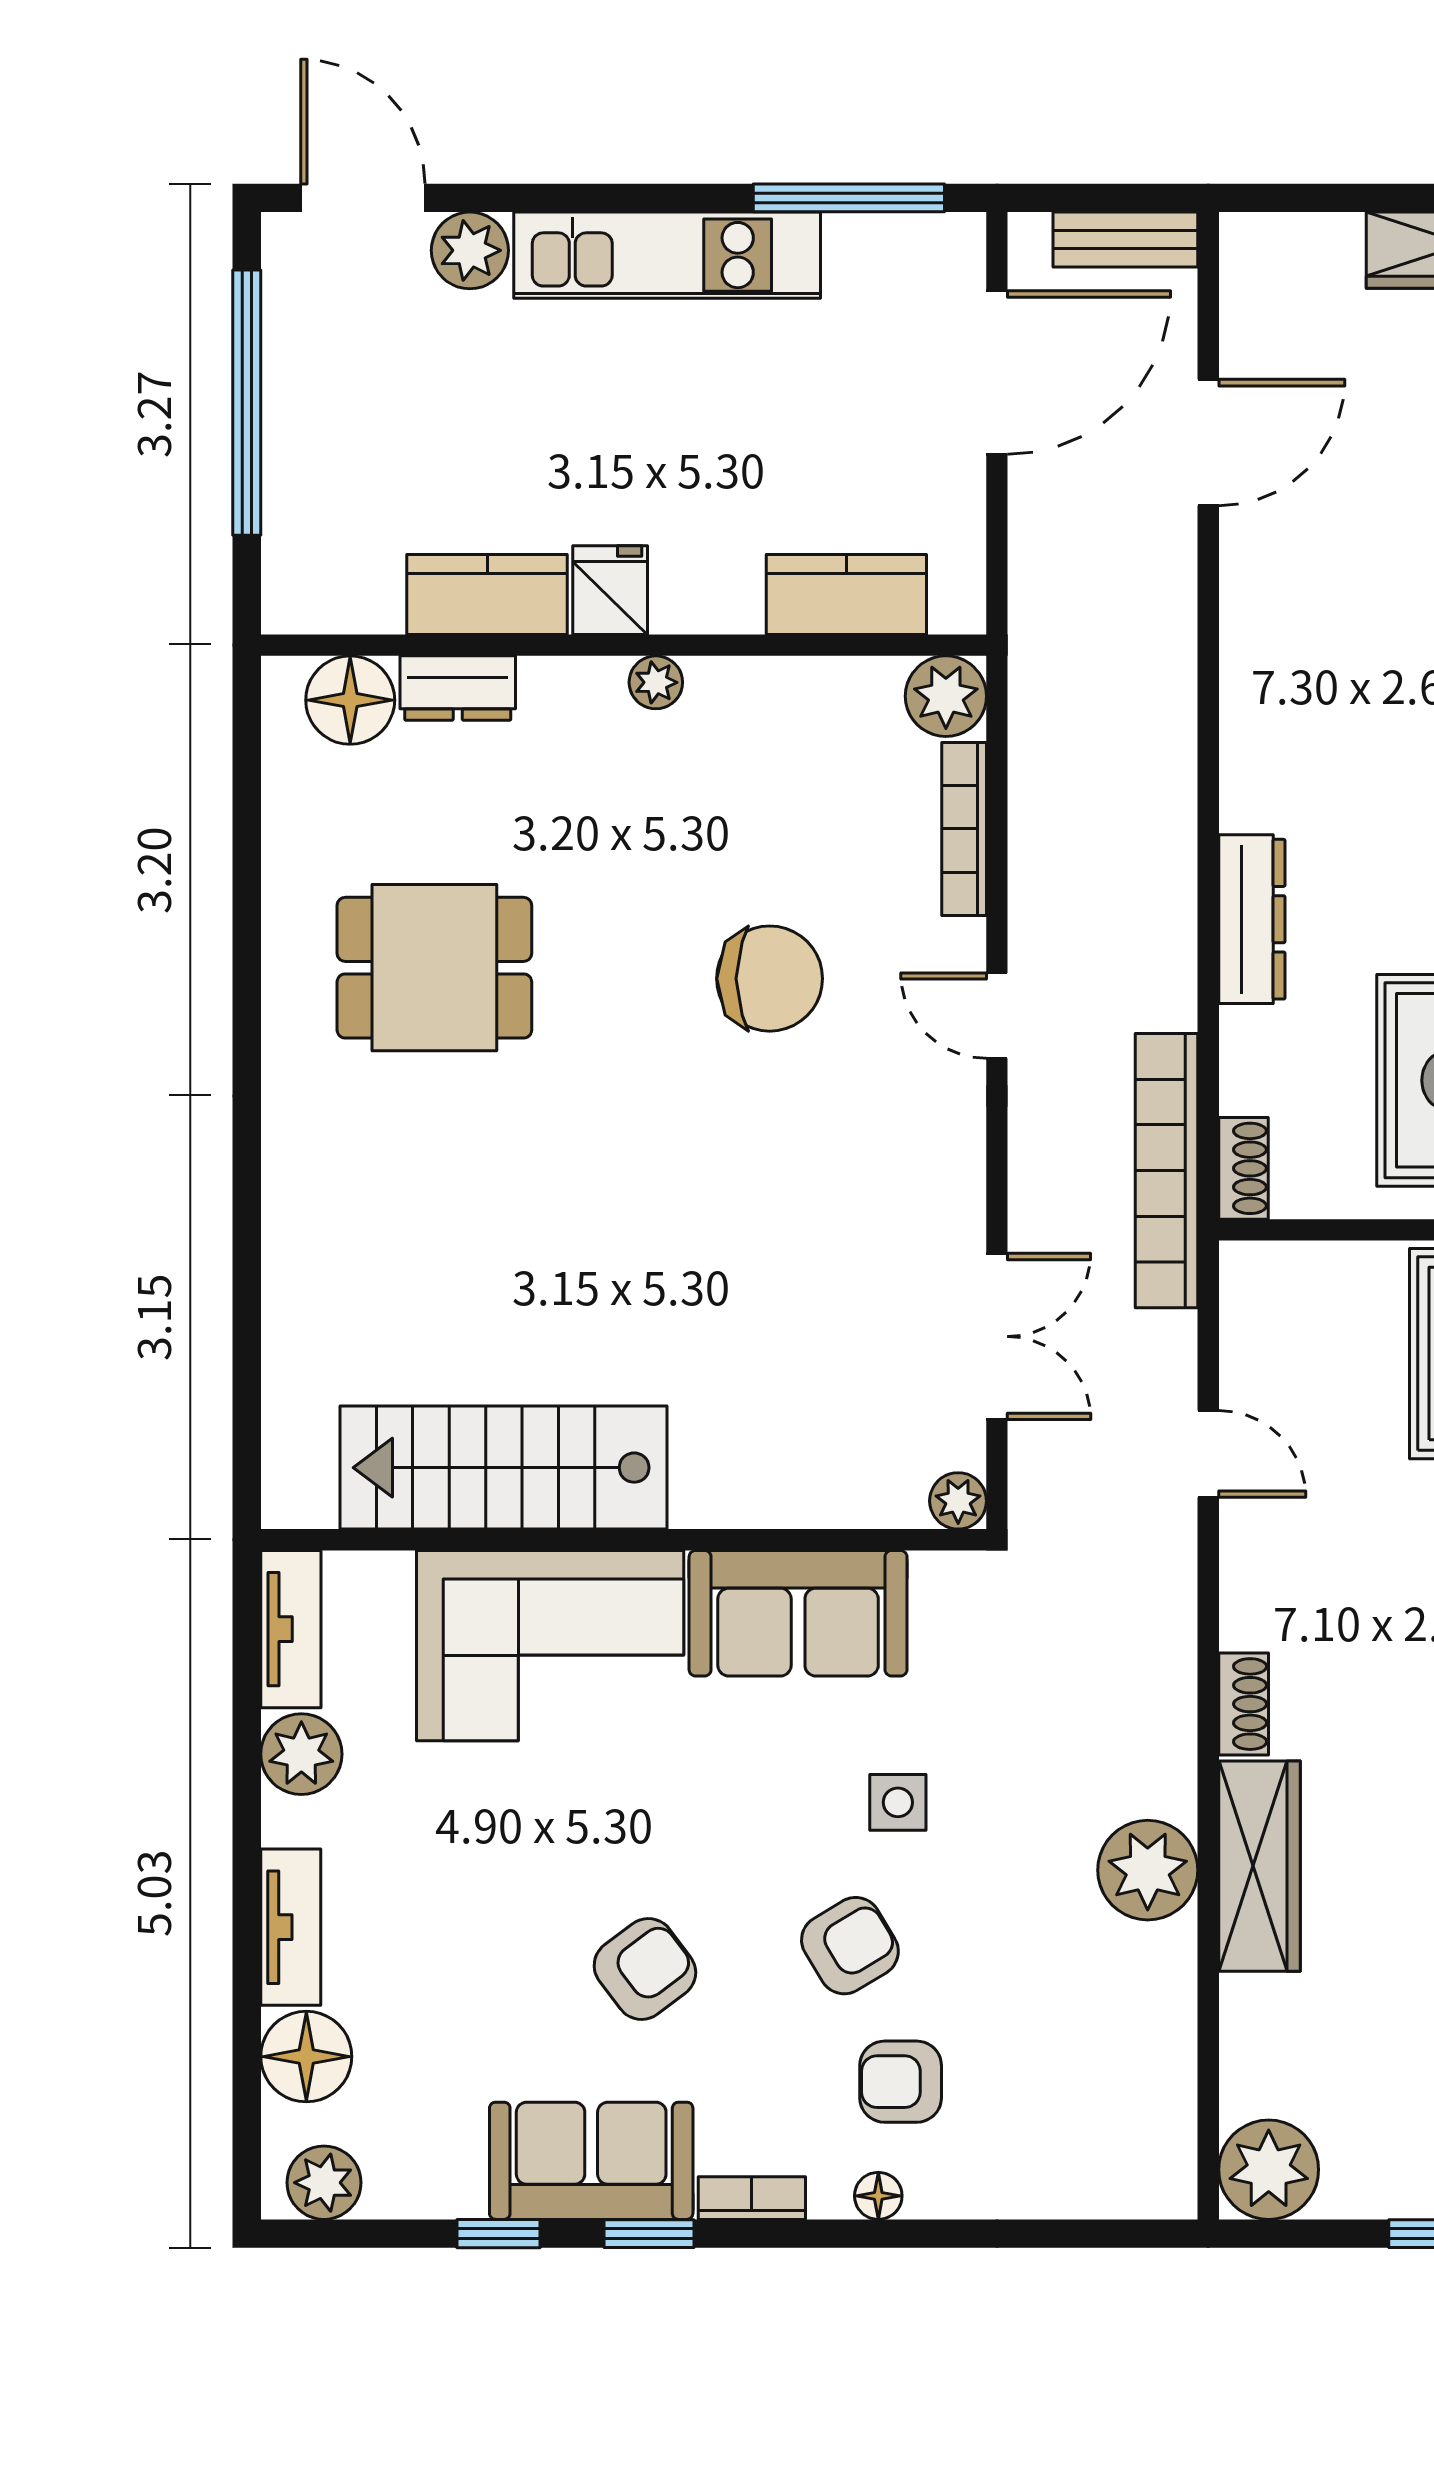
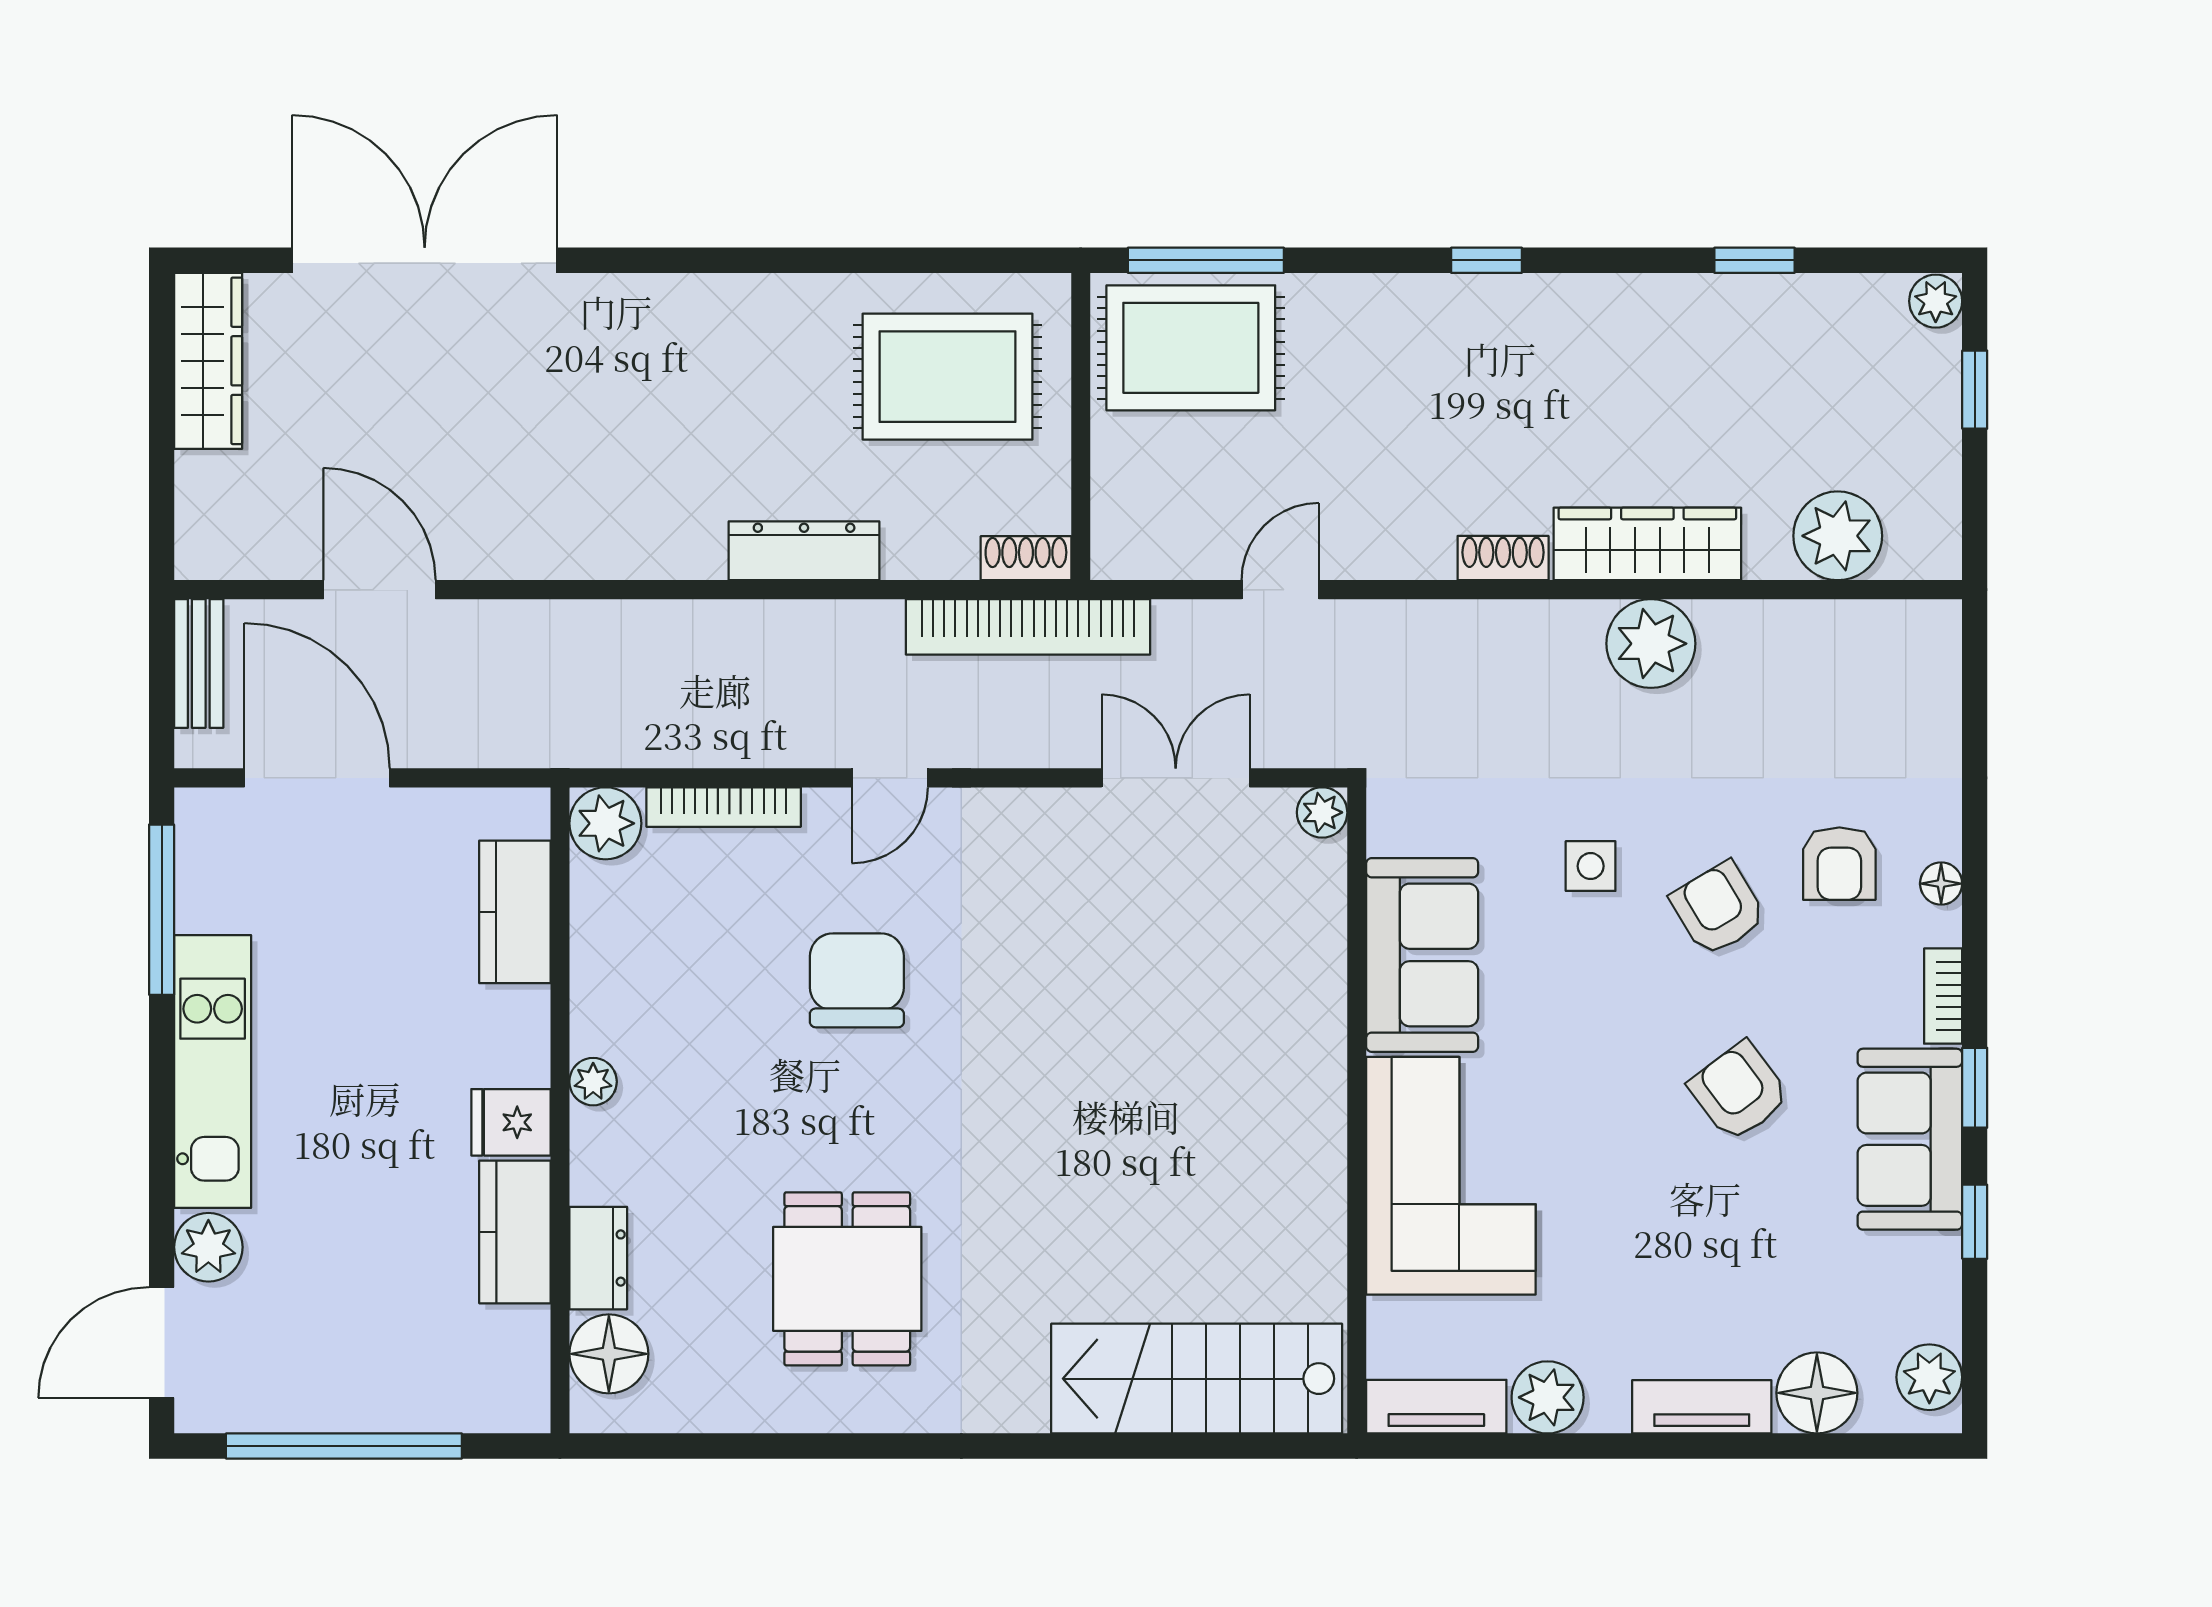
stairs: (503, 1468) -> (1197, 1379), moved, turned 90
plant: (1269, 2170) -> (1838, 536), moved

